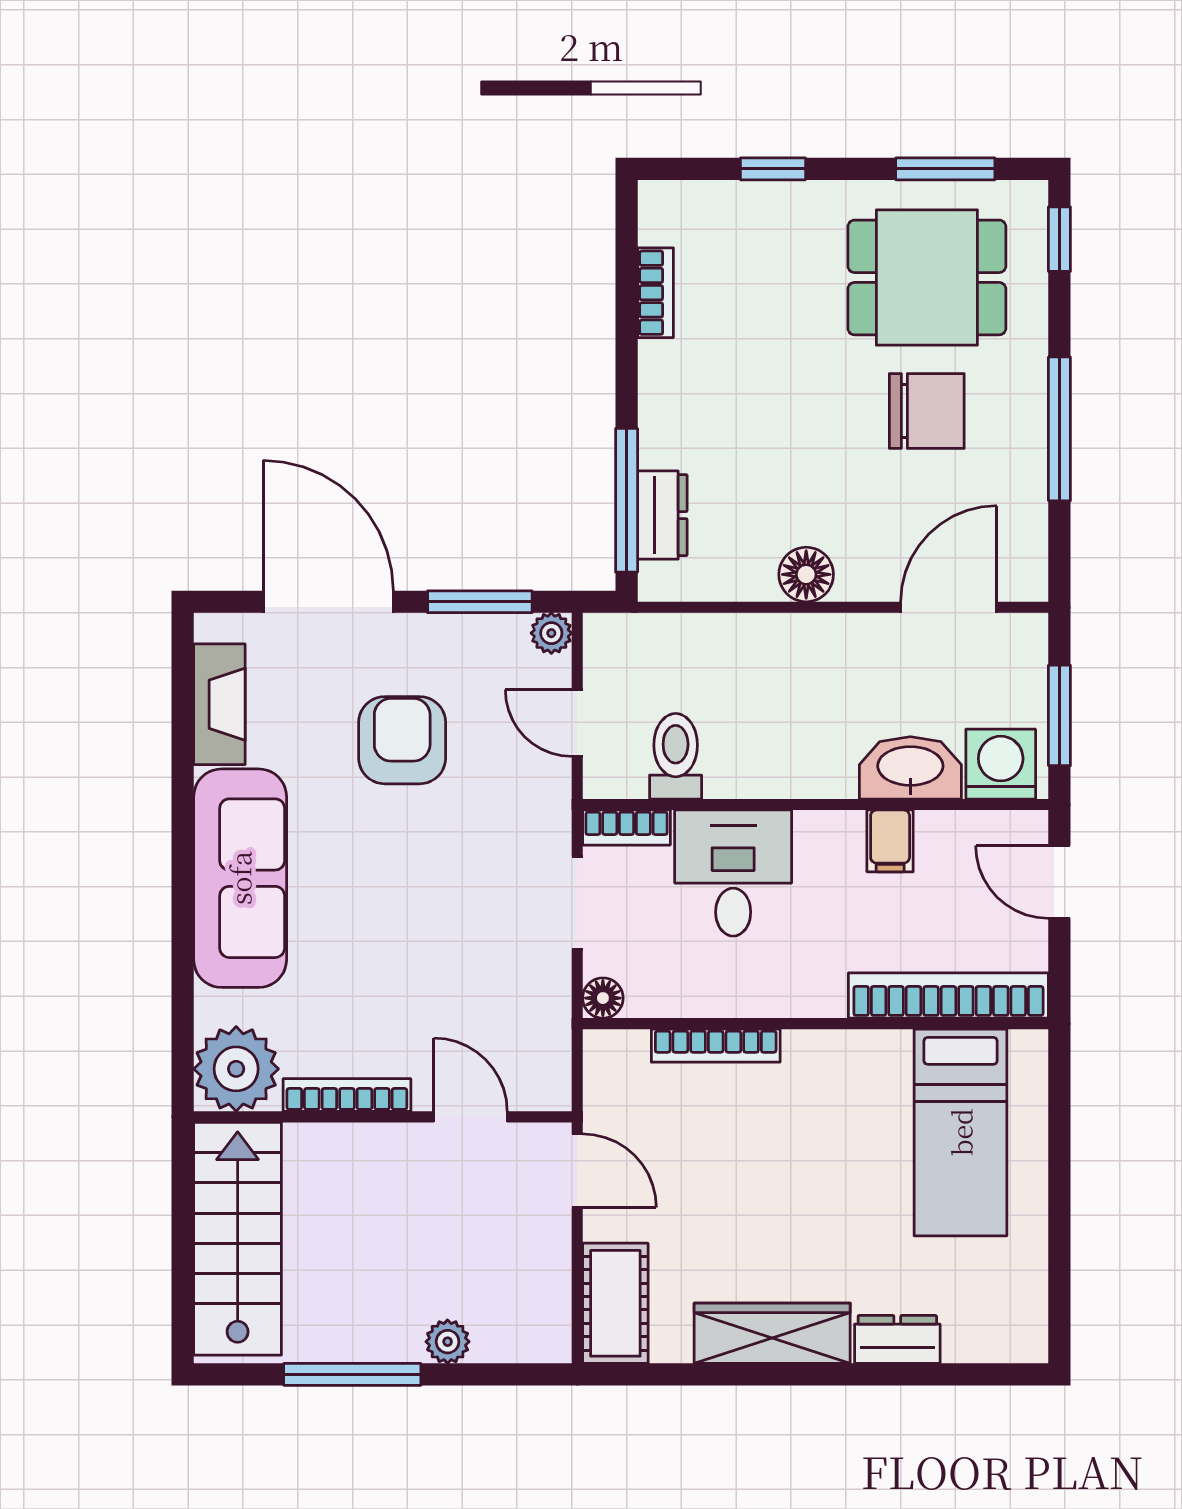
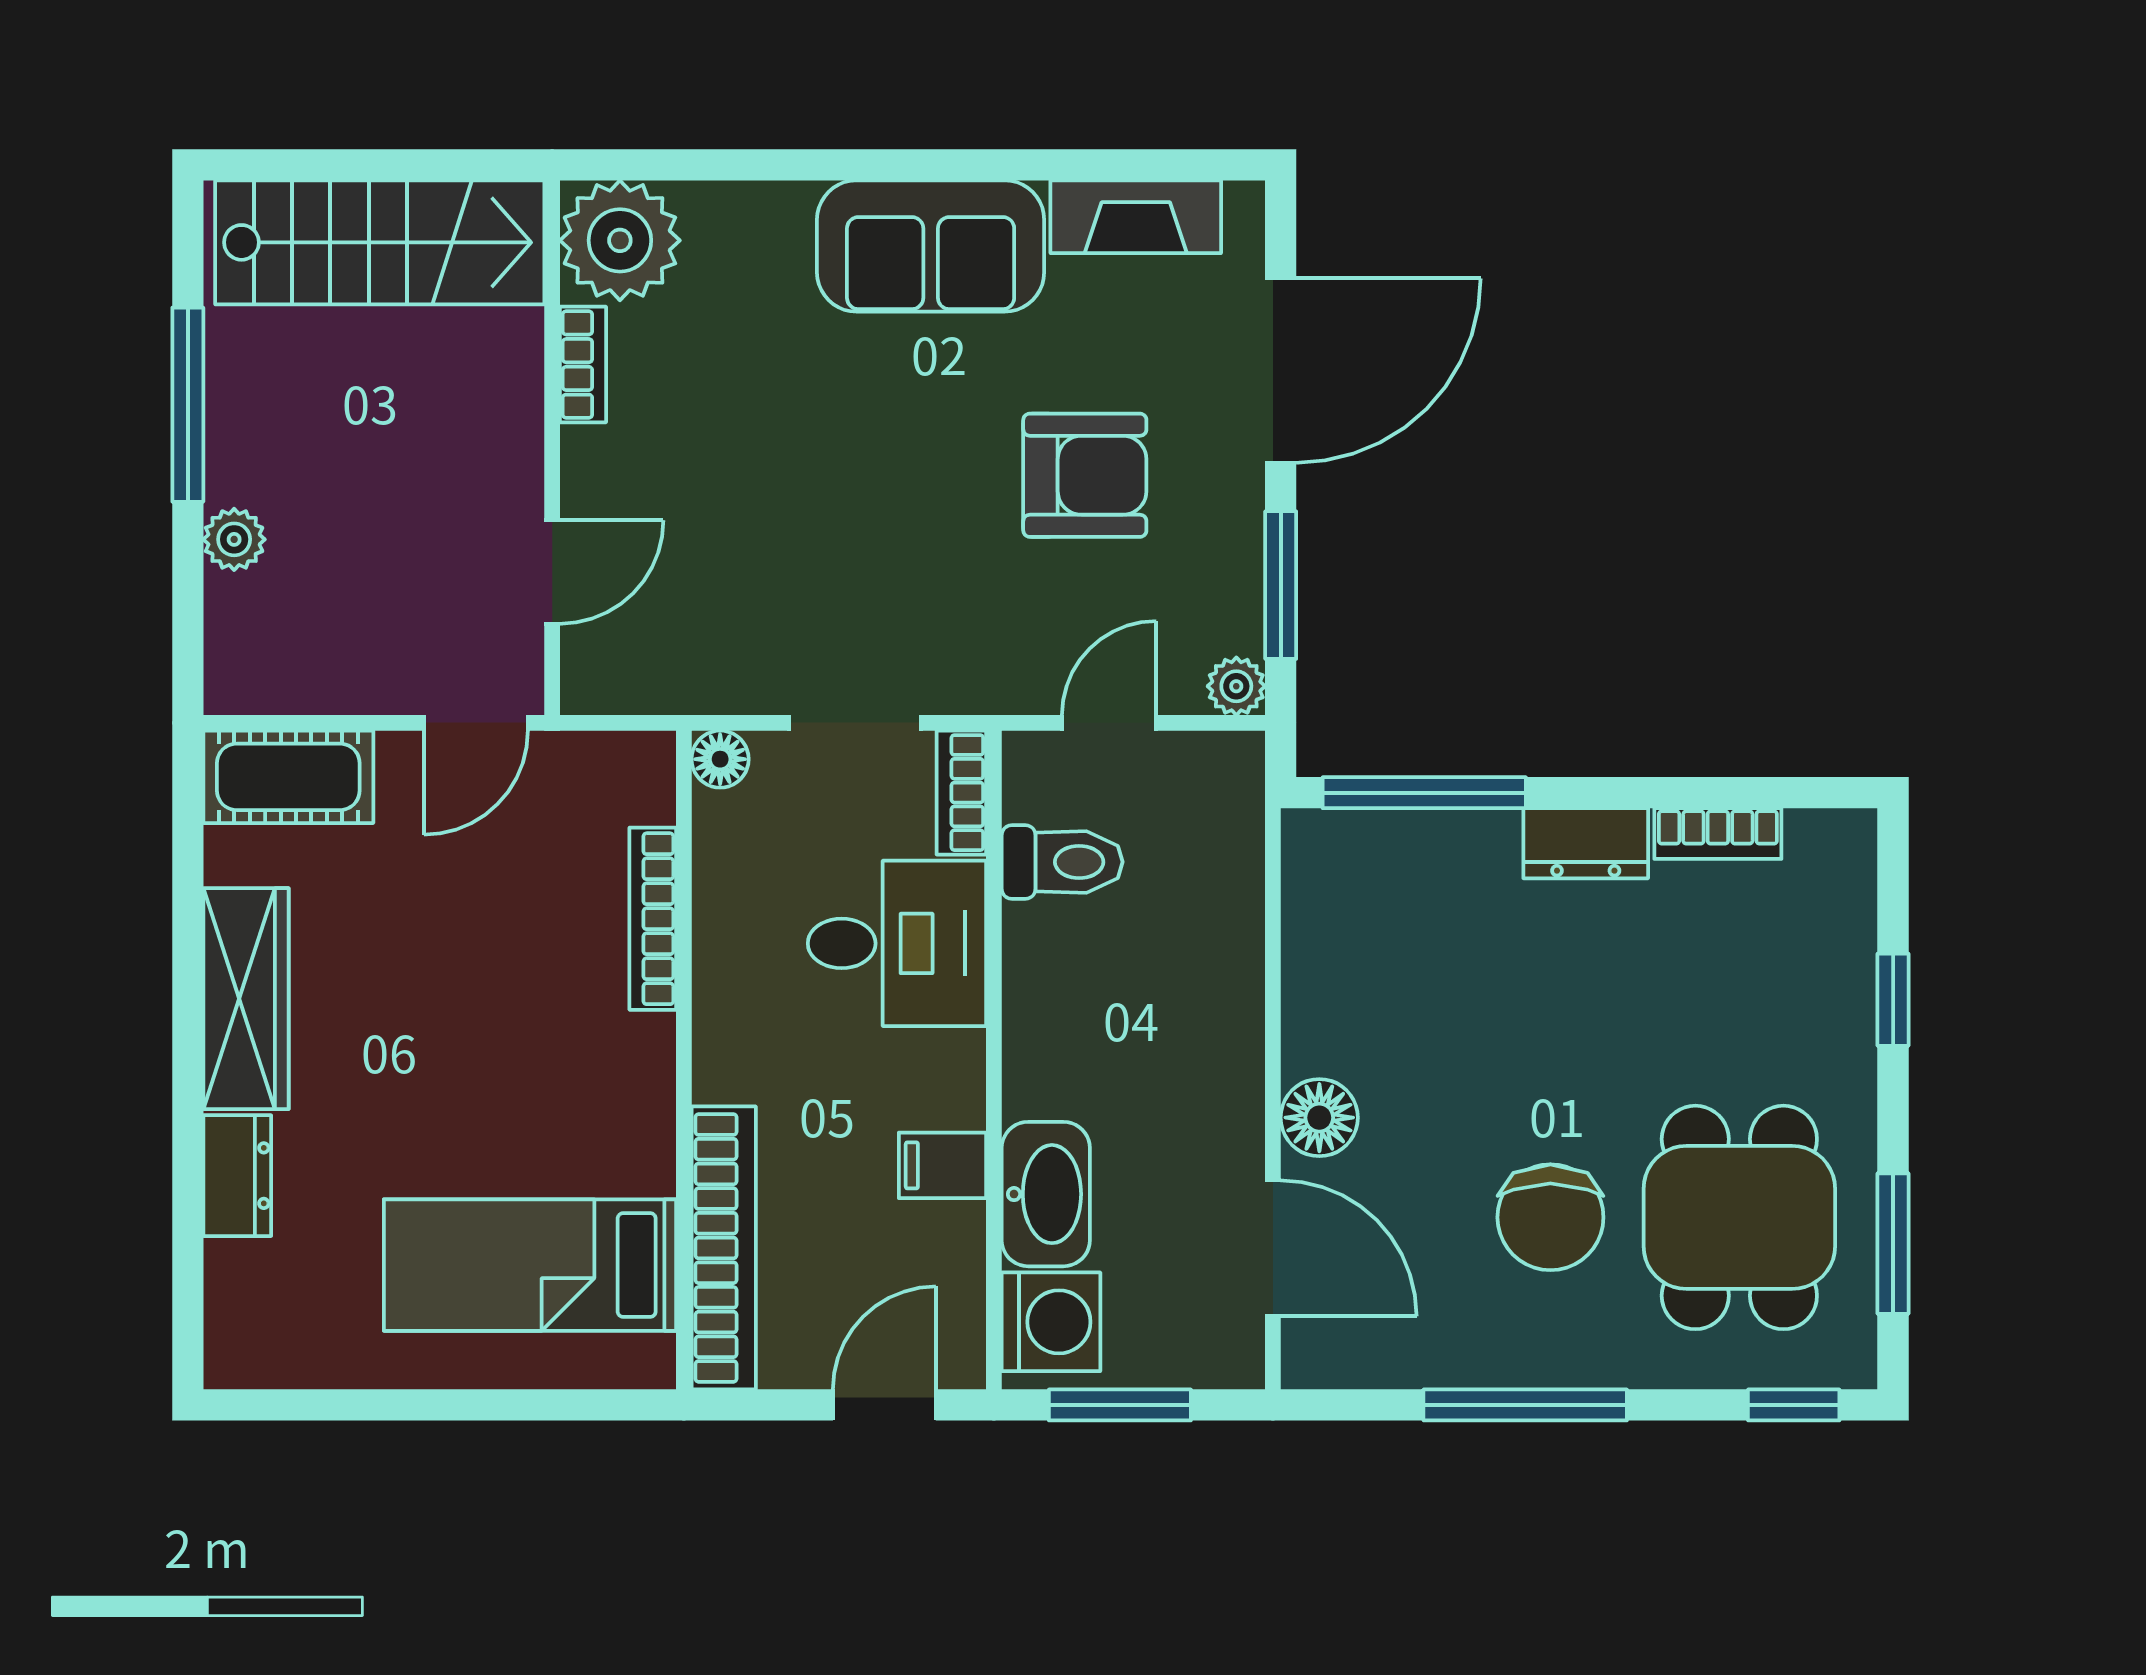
dresser: (662, 515) -> (1586, 843), moved
floor lamp: (806, 574) -> (1319, 1118), moved
sofa: (240, 878) -> (931, 246), width x0.73
bookcase: (347, 1095) -> (583, 365), width x0.64

